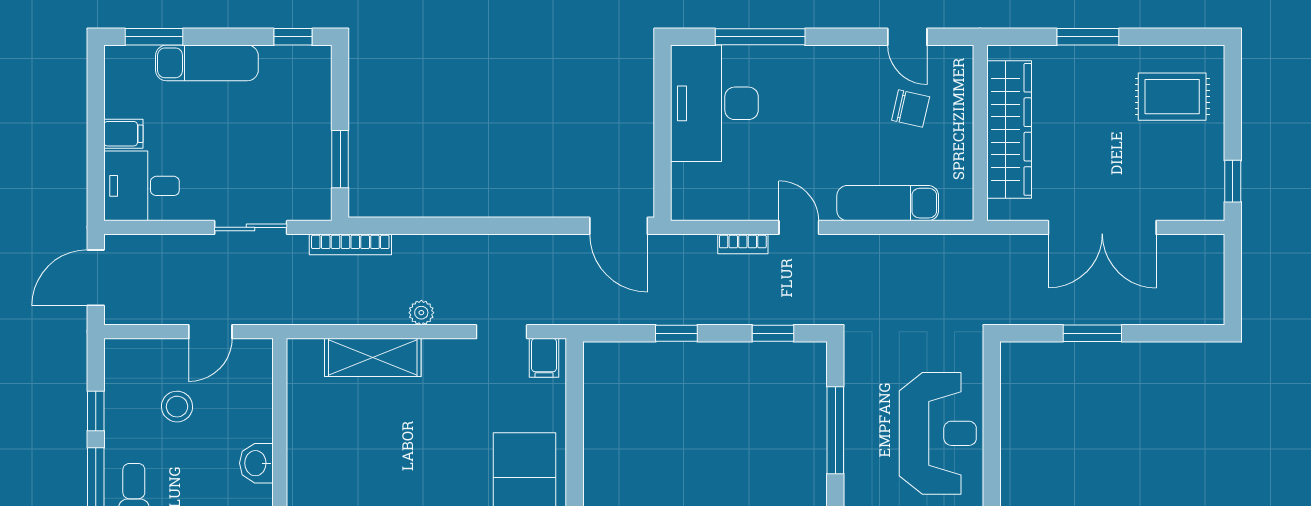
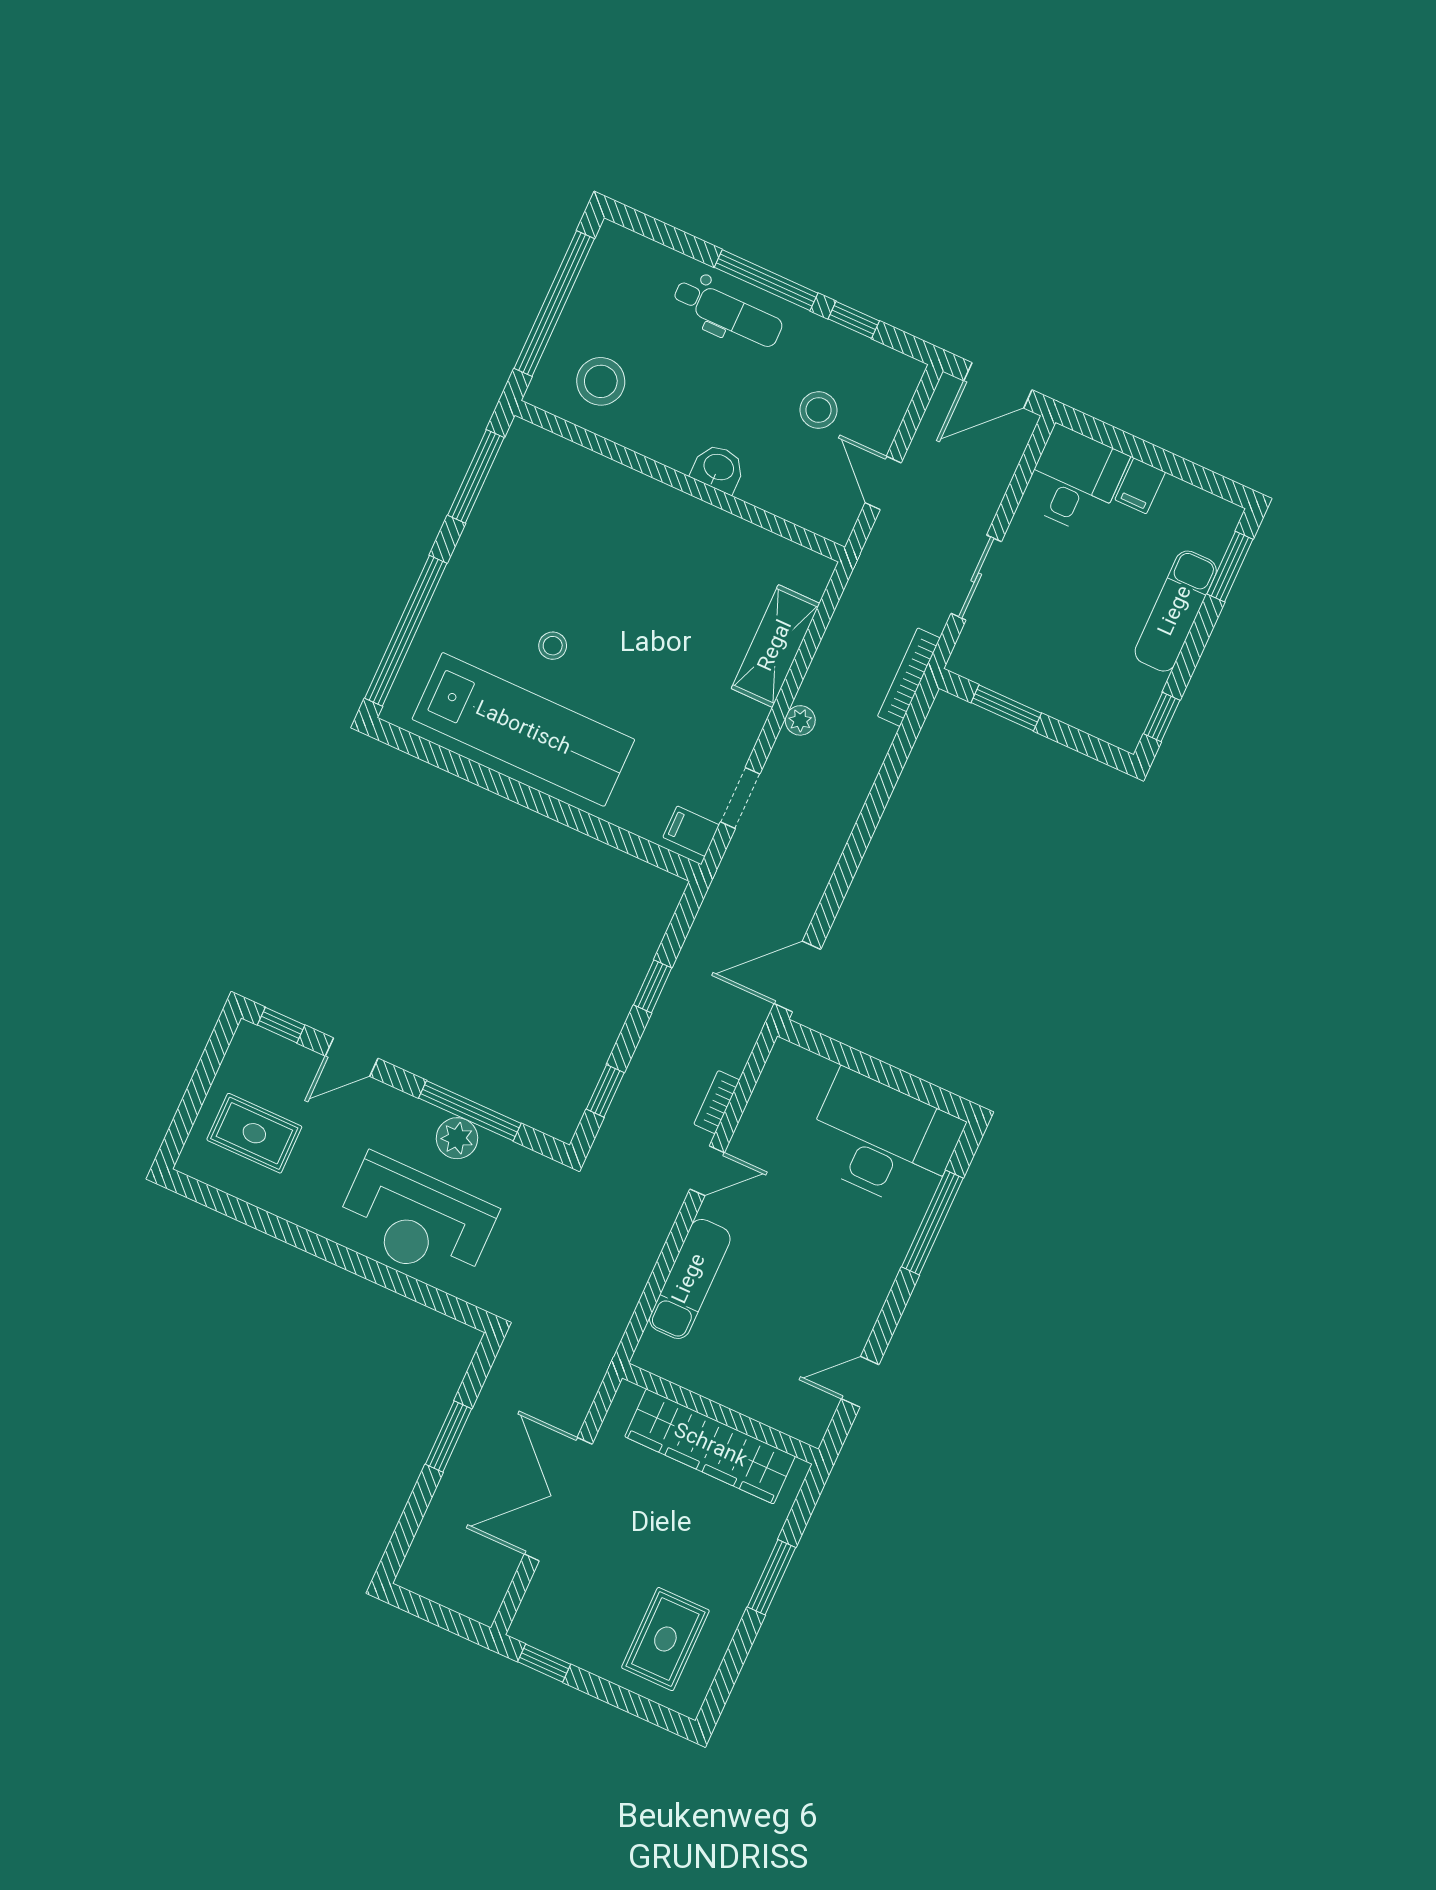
chair: (911, 109) -> (781, 1350), removed
door: (96, 278) -> (998, 385), swing flipped
plant: (861, 430) -> (457, 1138), added

